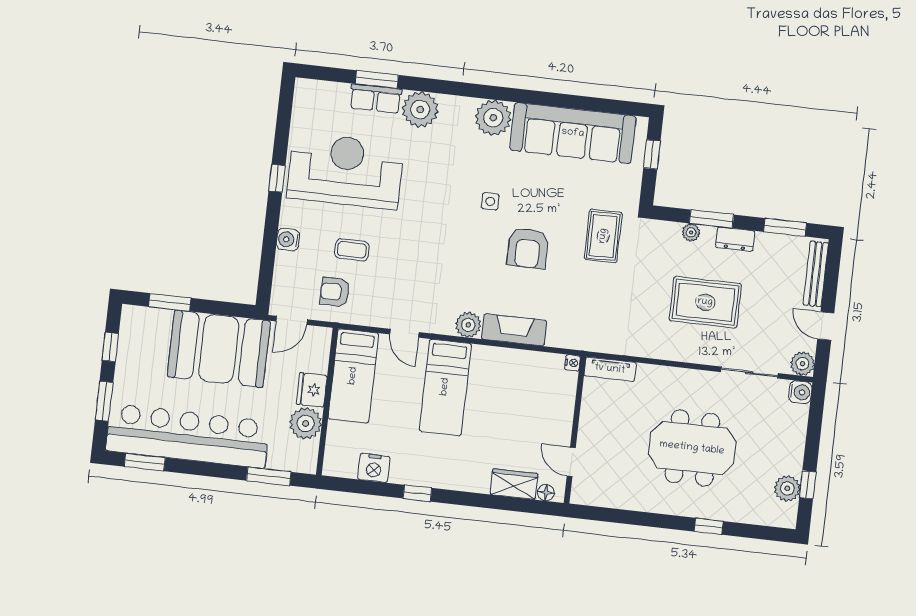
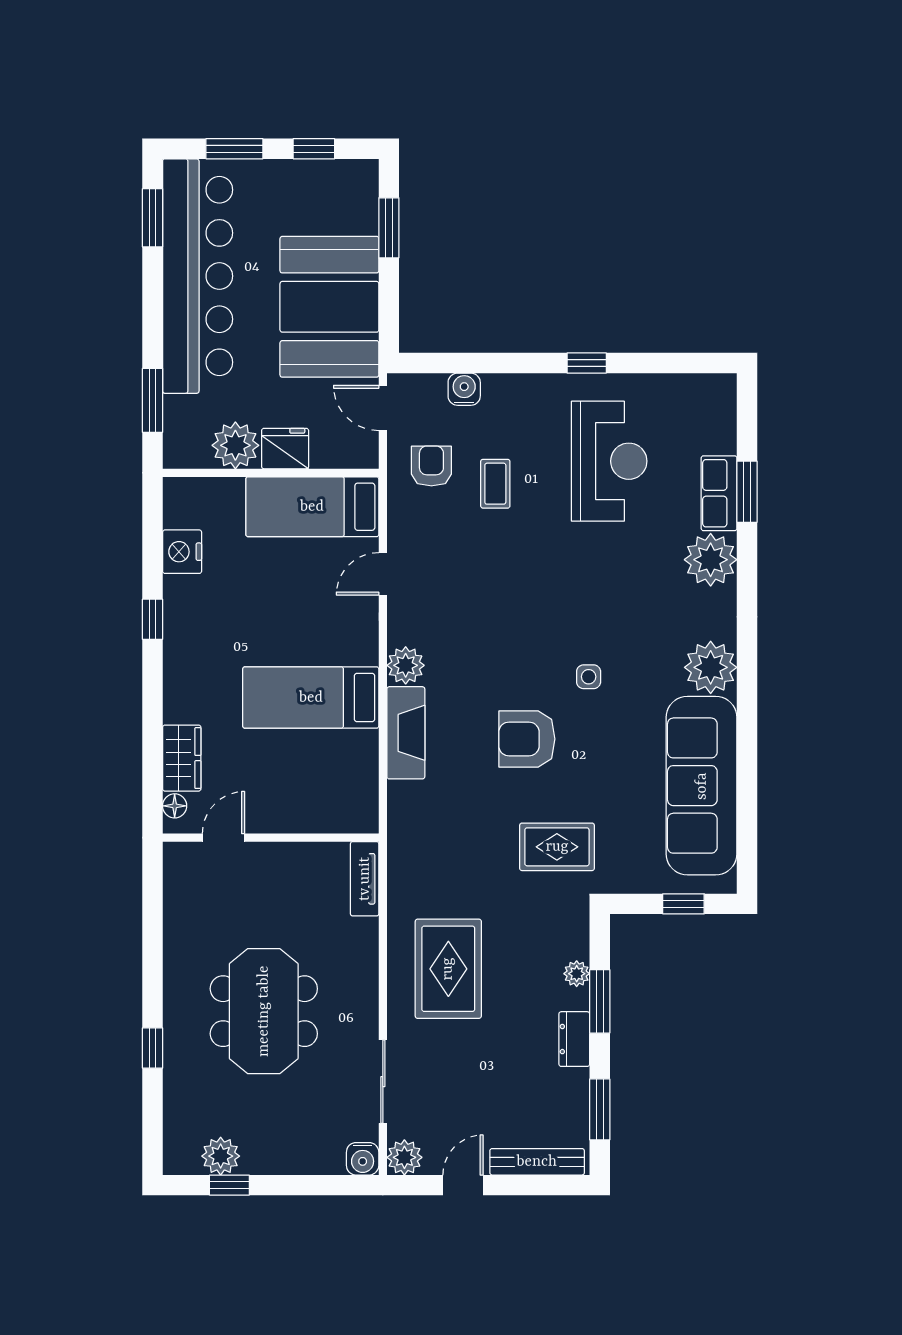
reception desk: (345, 171) -> (609, 461), width x0.74, depth x0.77
water cooler: (288, 240) -> (464, 389), moved
rug: (705, 302) -> (448, 969), moved
nightstand: (572, 363) -> (368, 823), removed
bed: (445, 387) -> (311, 698), moved

